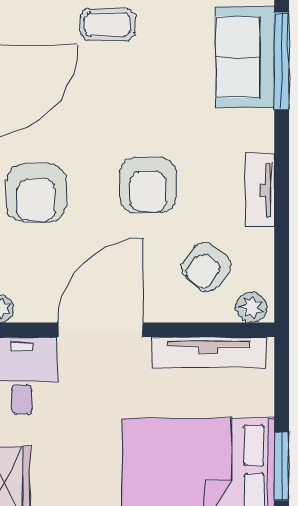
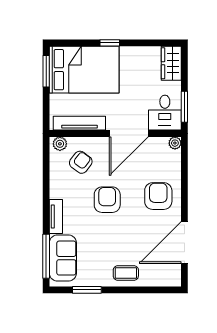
tv unit: (260, 190) -> (56, 216), moved

